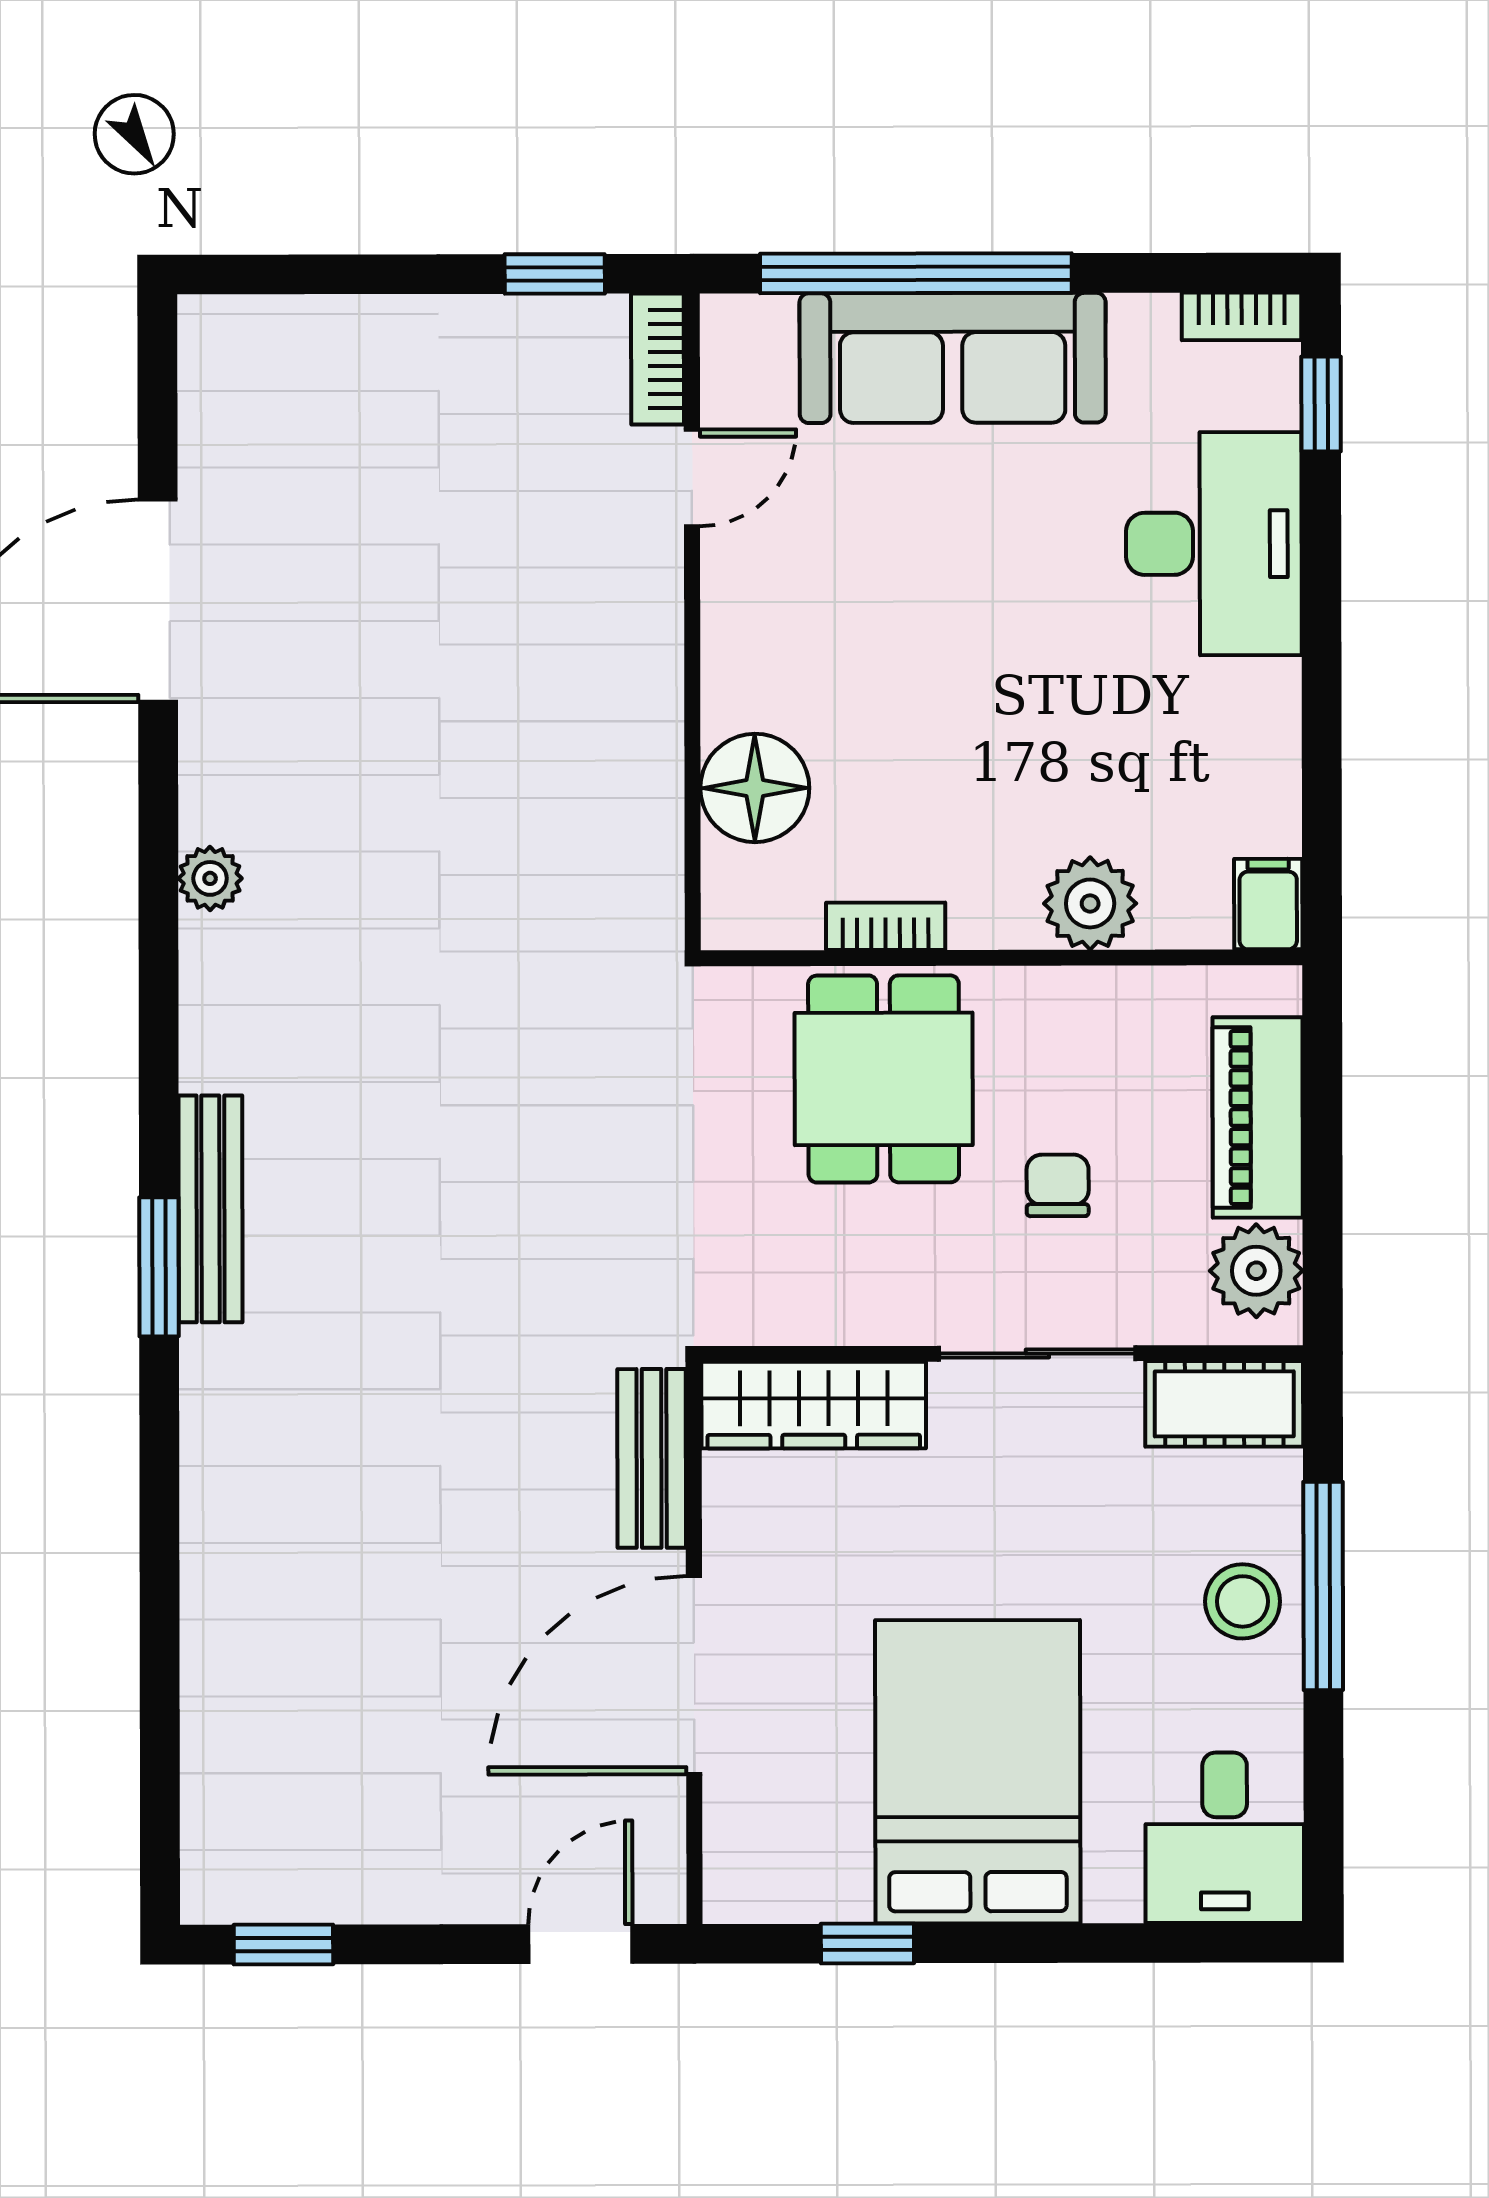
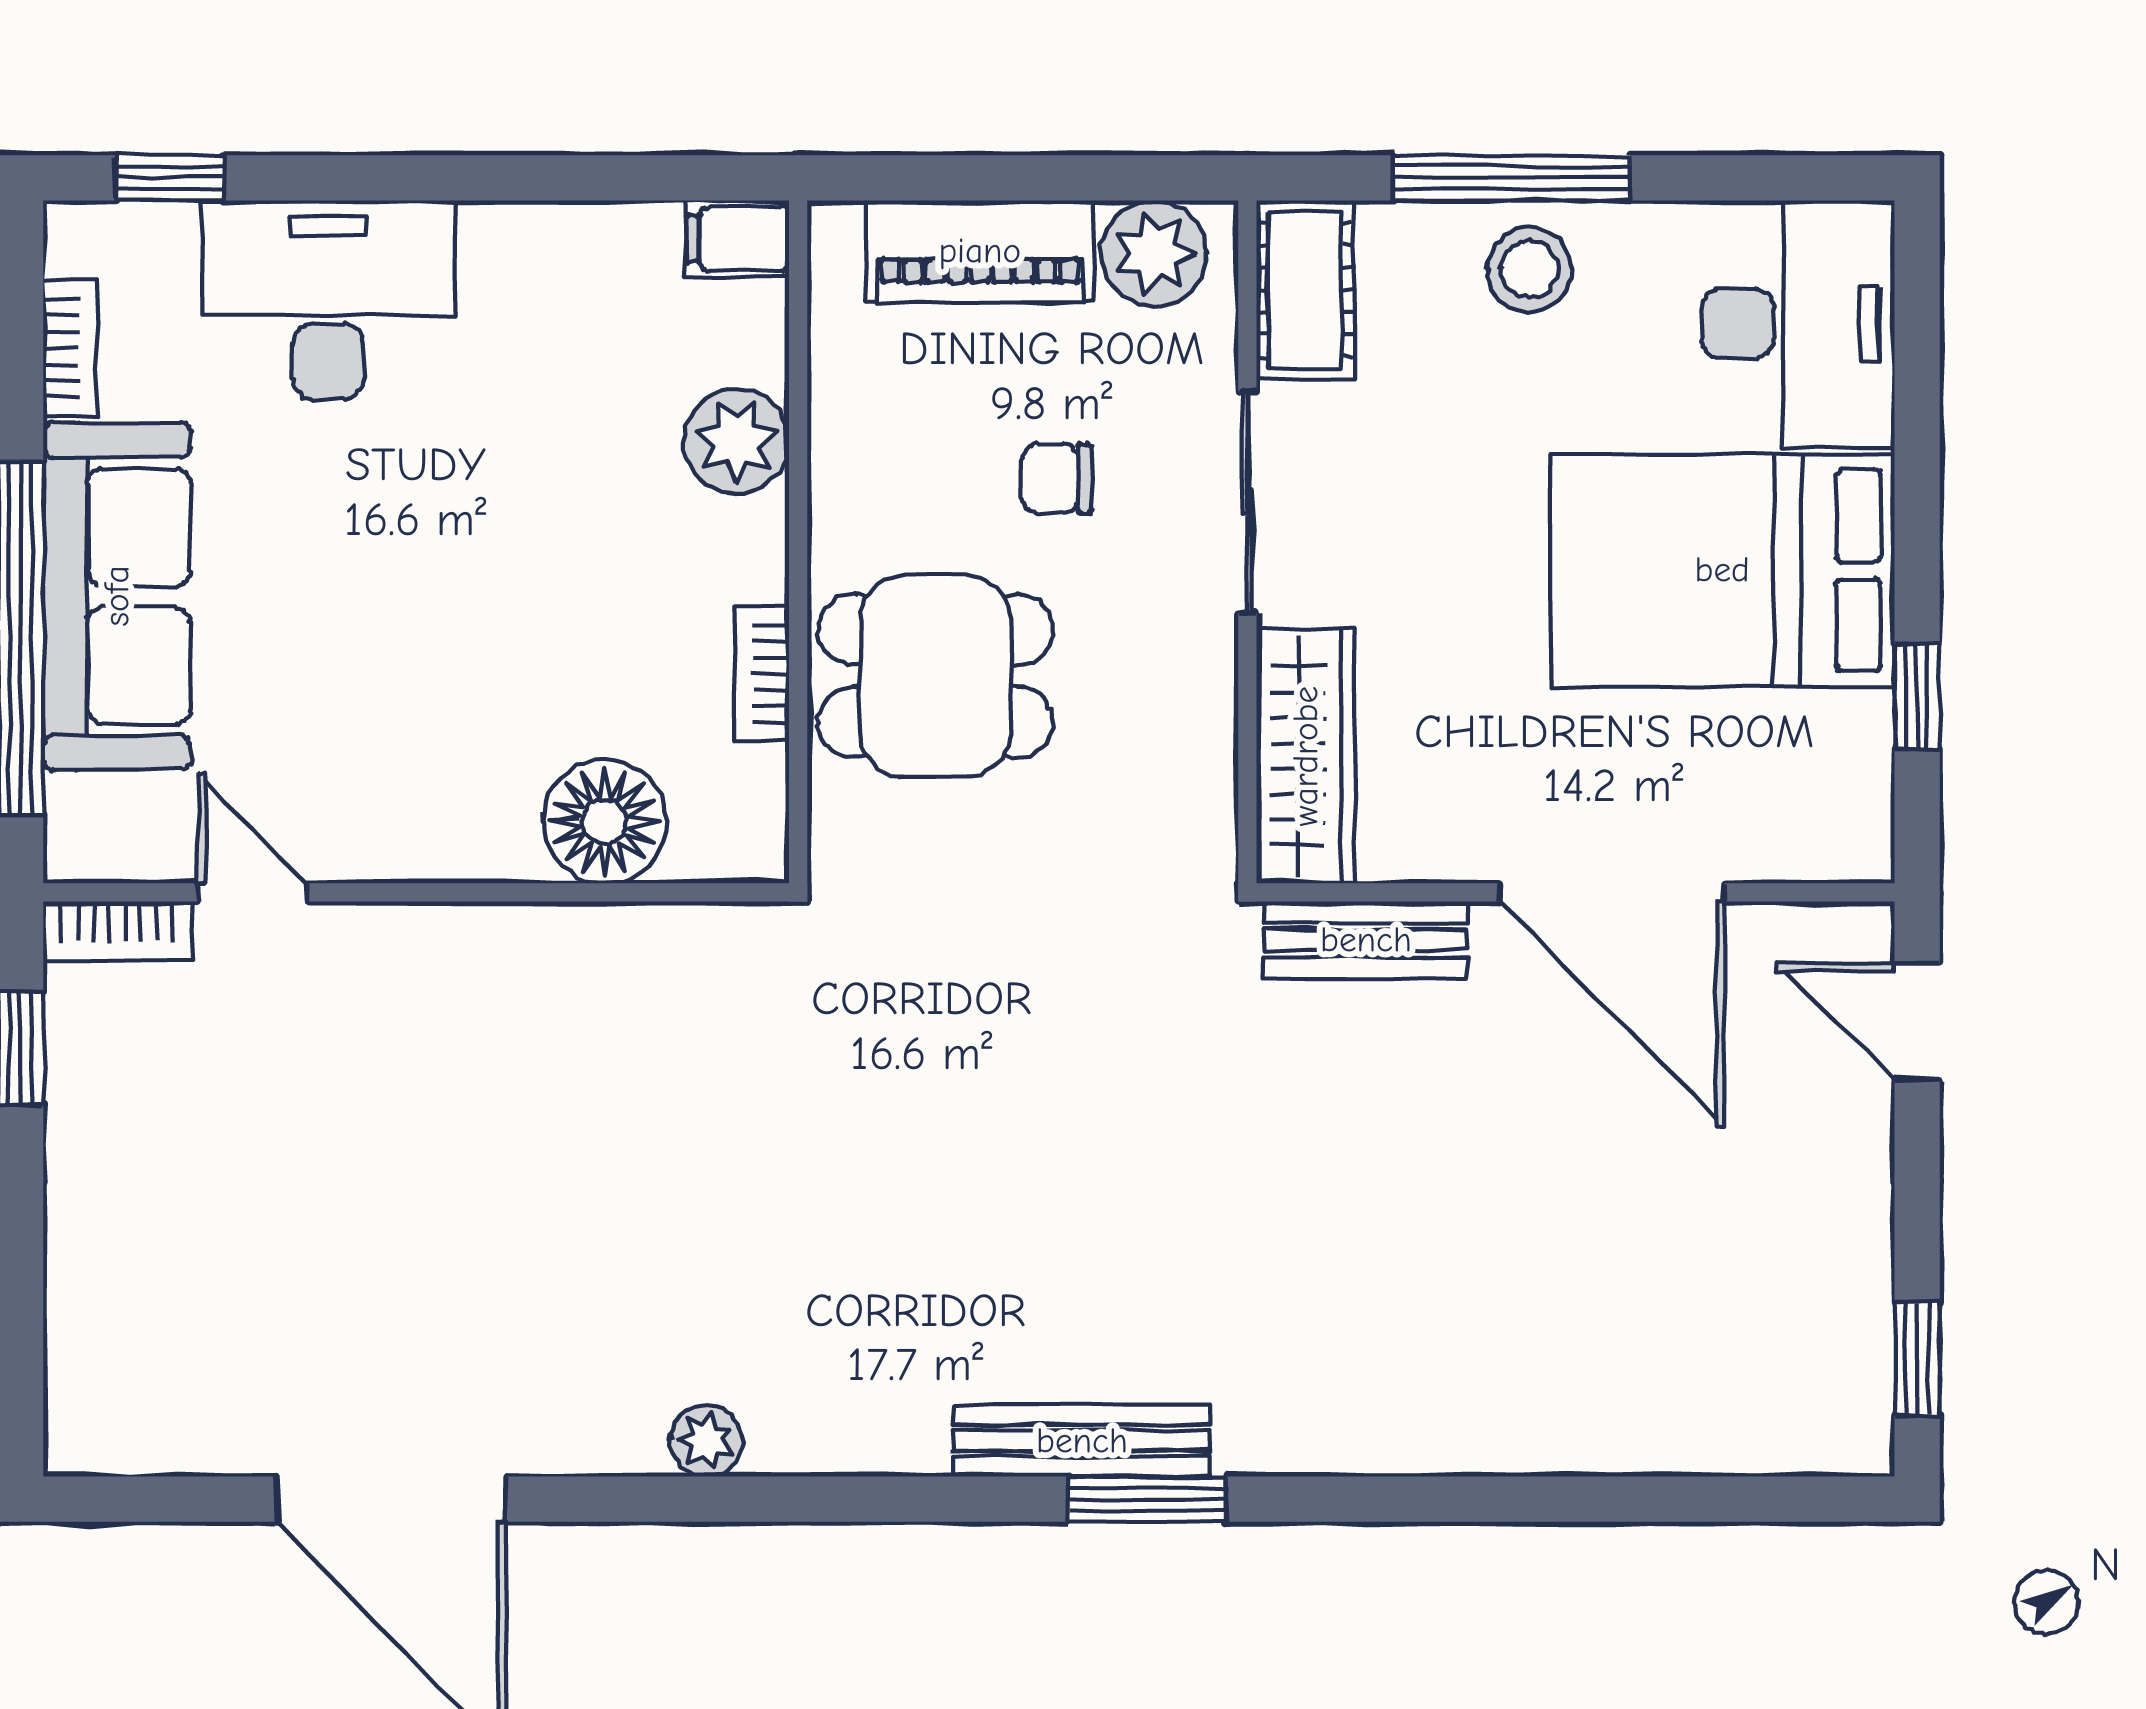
bookcase: (1242, 316) -> (70, 348), moved
desk: (1225, 1838) -> (1798, 324), width x1.37

